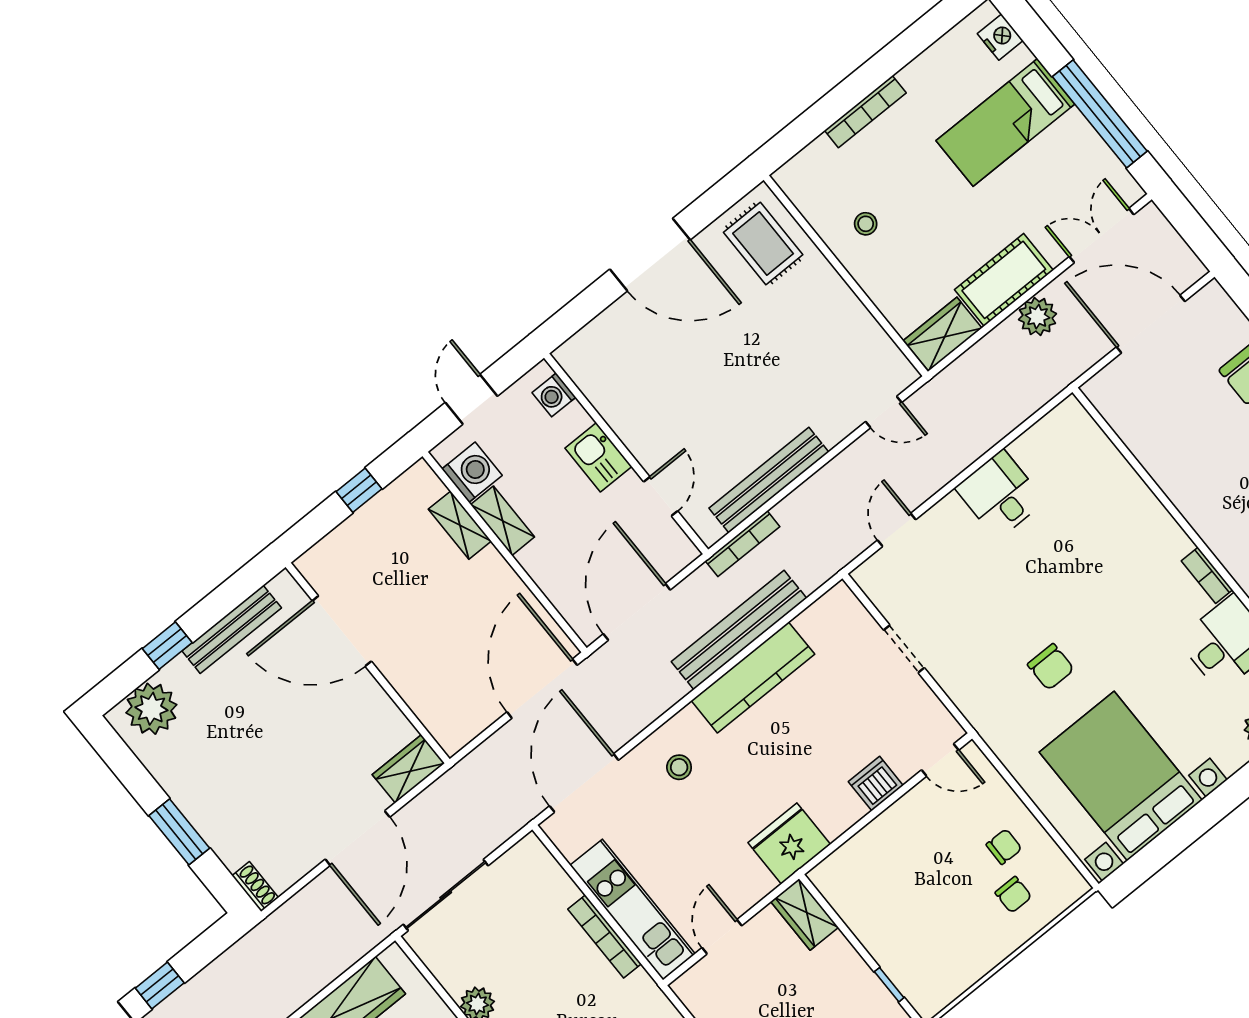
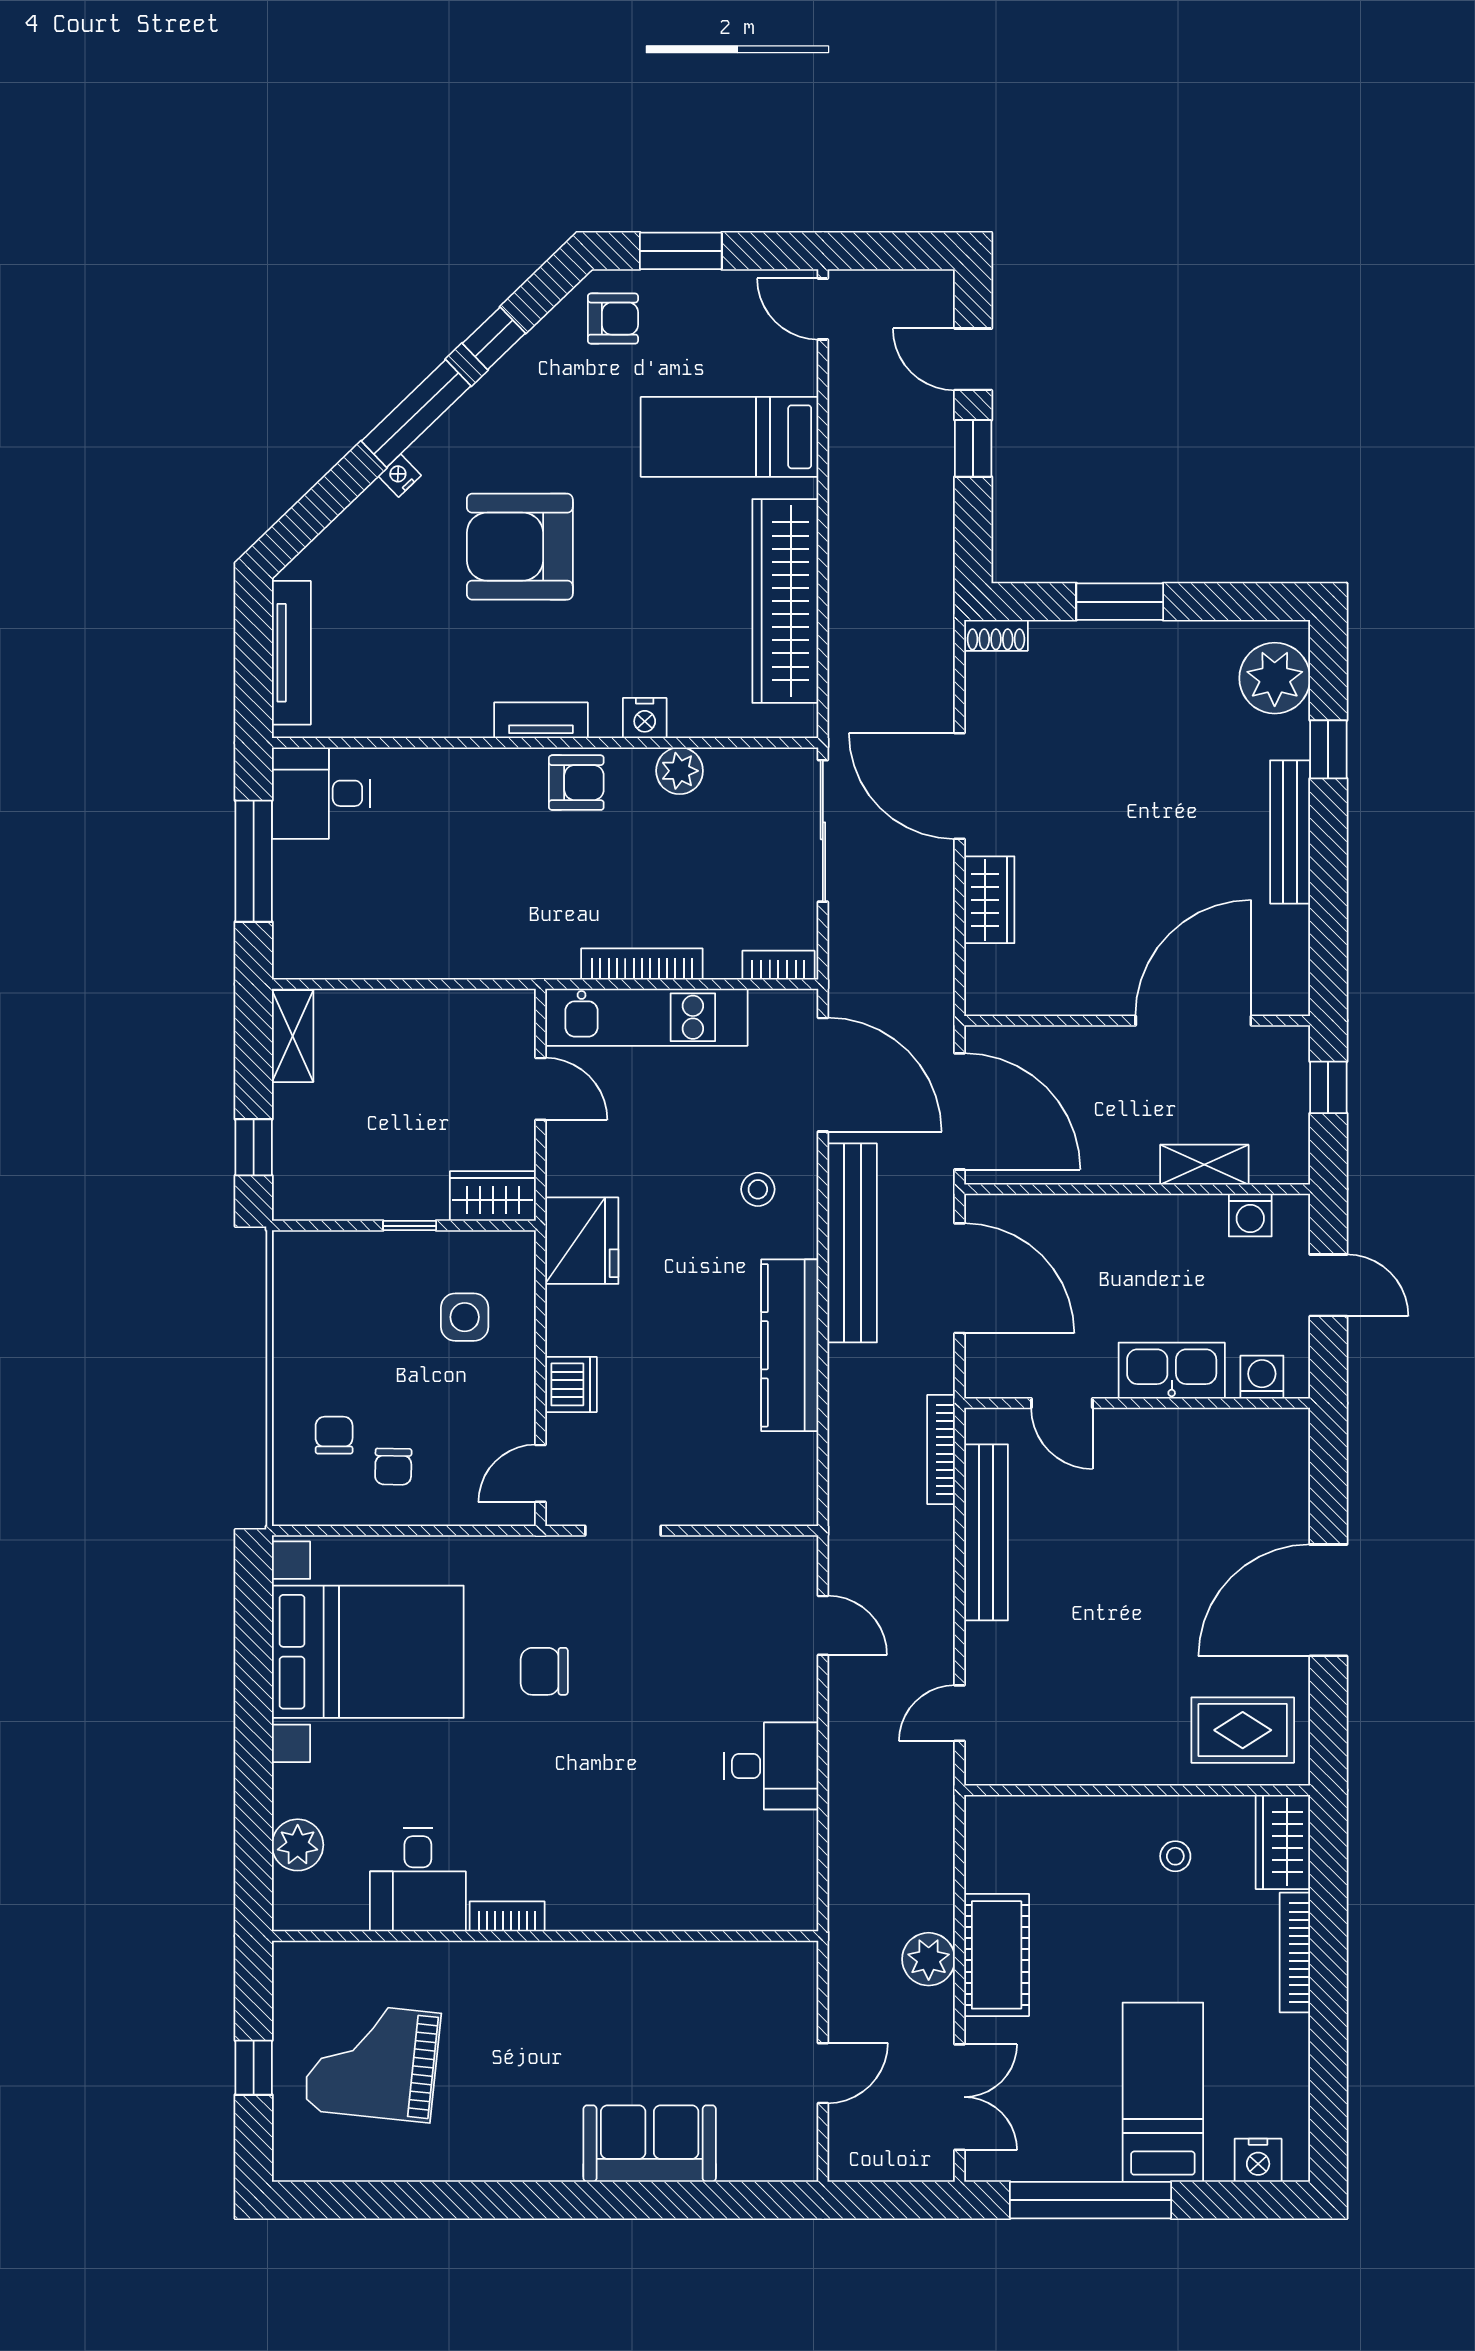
door: (1151, 324) -> (823, 2073), width x0.53
wardrobe: (943, 334) -> (1283, 1842), moved, turned 180
kitchen sink: (598, 457) -> (1172, 1371), width x1.38
washing machine: (472, 472) -> (1250, 1215), width x0.73, depth x0.73
shelving: (503, 521) -> (1172, 1214), removed
bench: (739, 630) -> (852, 1243), moved
door: (342, 631) -> (1193, 1021), moved
doorway: (904, 649) -> (623, 1531), moved
wall: (368, 663) -> (1137, 1021), moved
bookcase: (542, 859) -> (778, 965), added
side table: (886, 875) -> (465, 1317), added
chair: (1013, 895) -> (334, 1435), turned 90
window: (889, 985) -> (410, 1226), moved

